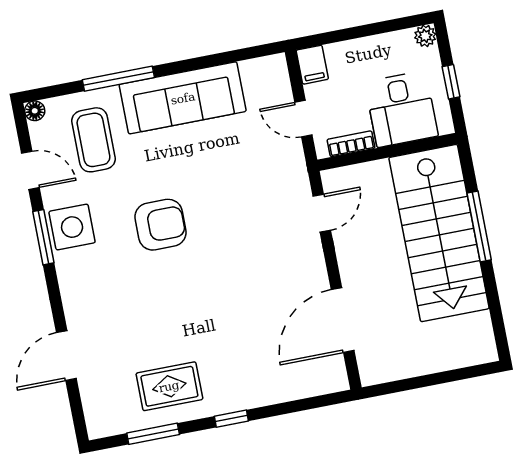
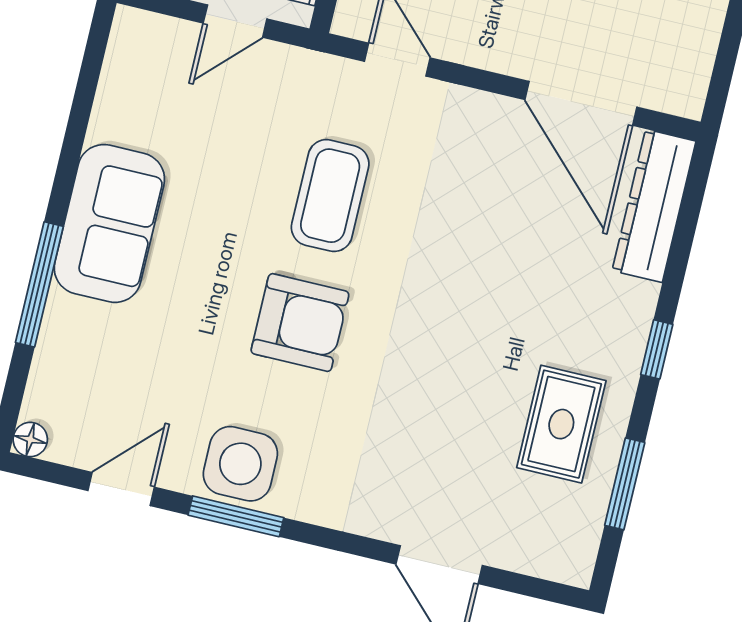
sofa: (183, 98) -> (109, 223), width x0.73
coffee table: (93, 140) -> (330, 196), moved, turned 90
armchair: (160, 225) -> (300, 323), turned 90
dresser: (306, 383) -> (654, 206), added

